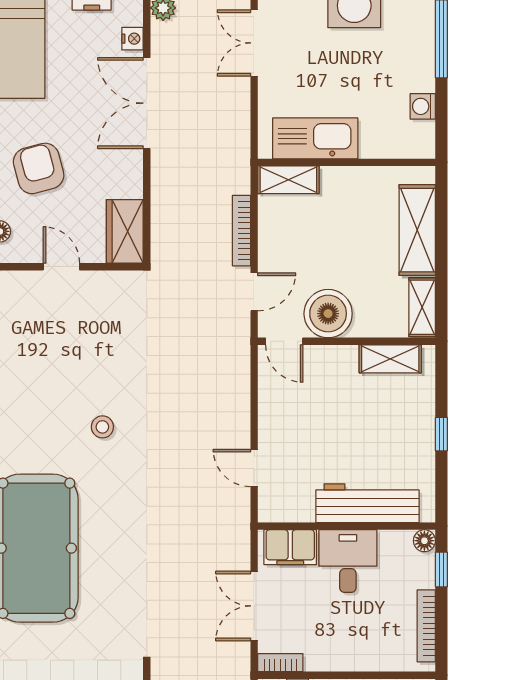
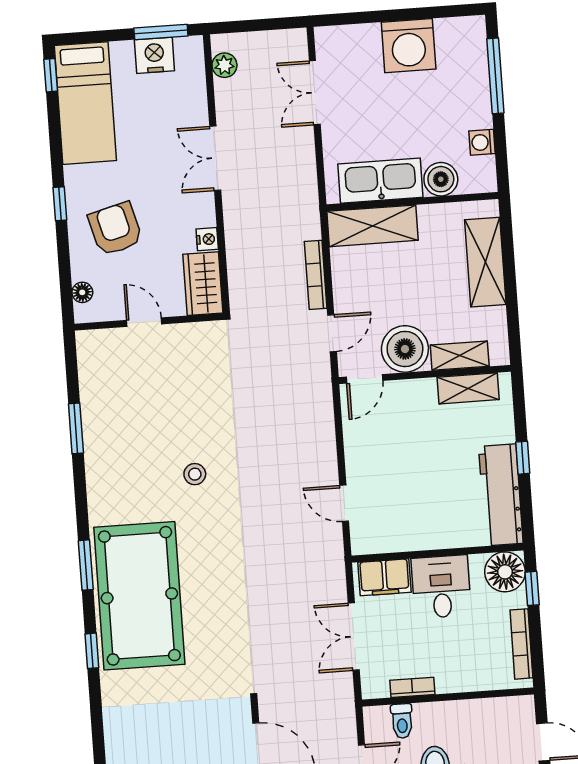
nightstand: (132, 39) -> (207, 239), moved
double door: (147, 103) -> (215, 158), width x0.73
boiler: (378, 141) -> (441, 179), added
shelving: (288, 180) -> (372, 226), width x1.50, depth x1.33
shelving: (422, 307) -> (460, 356), moved, turned 90
door: (284, 341) -> (365, 379), hinge flipped
workbench: (367, 503) -> (501, 495), moved, turned -90
floor lamp: (424, 541) -> (505, 572), width x1.89, depth x1.89
bookcase: (280, 663) -> (412, 687), moved

